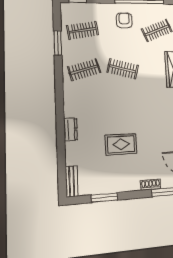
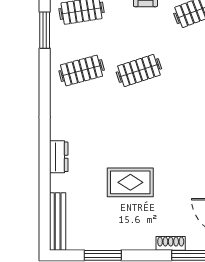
clothes rail: (123, 69) -> (139, 71), turned -33
bench: (72, 181) -> (58, 222), width x1.36

